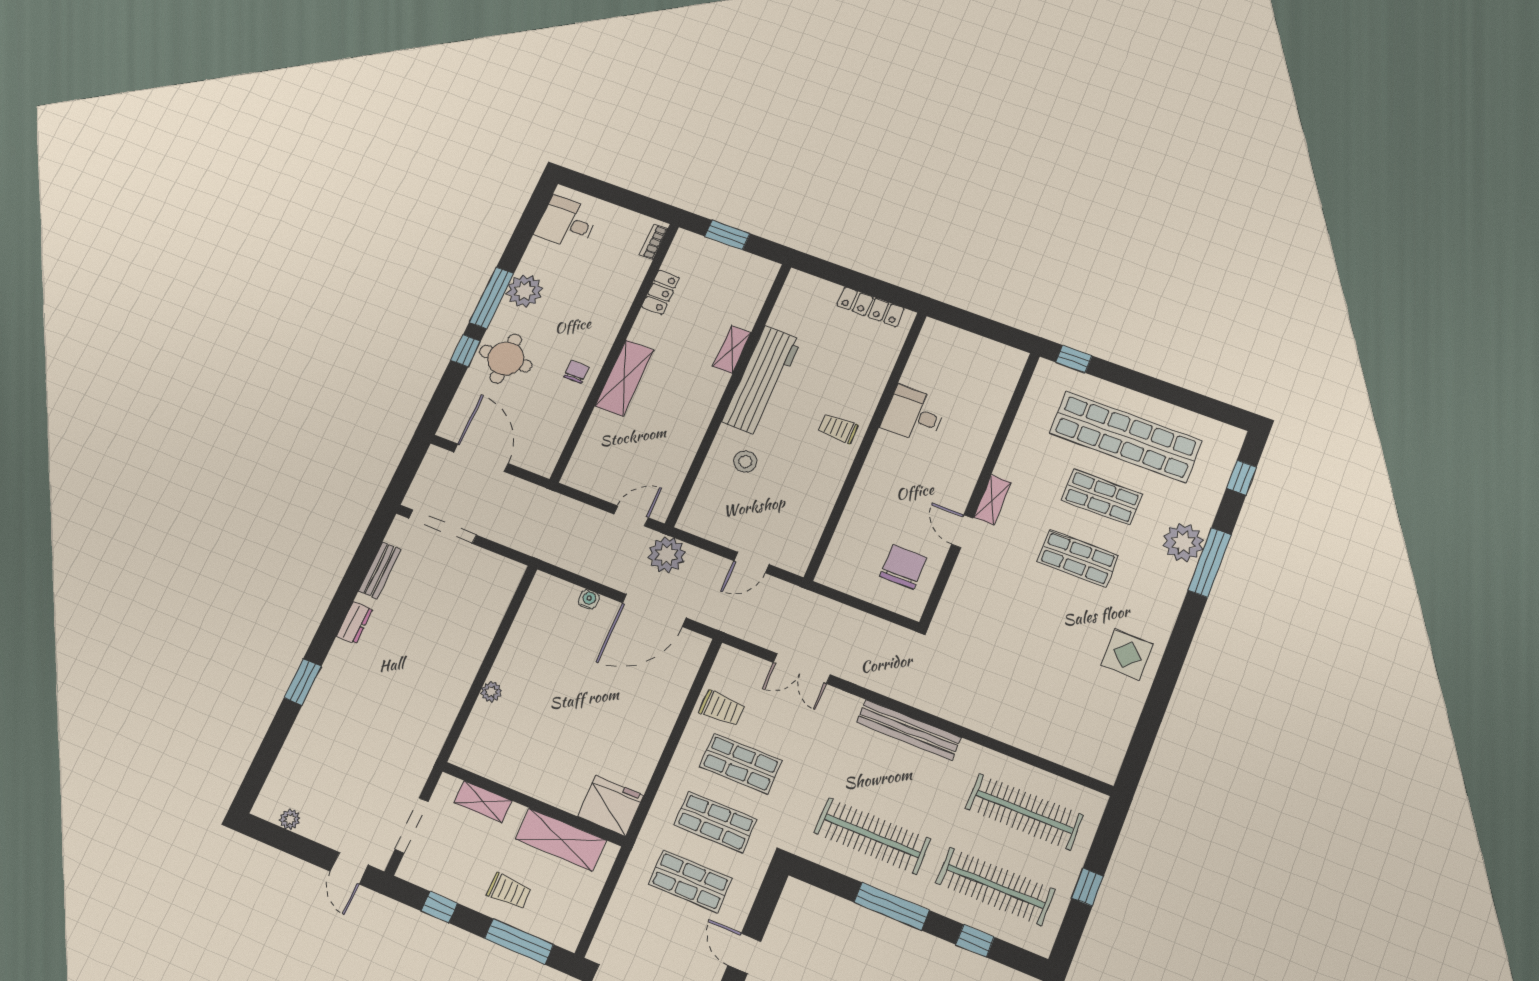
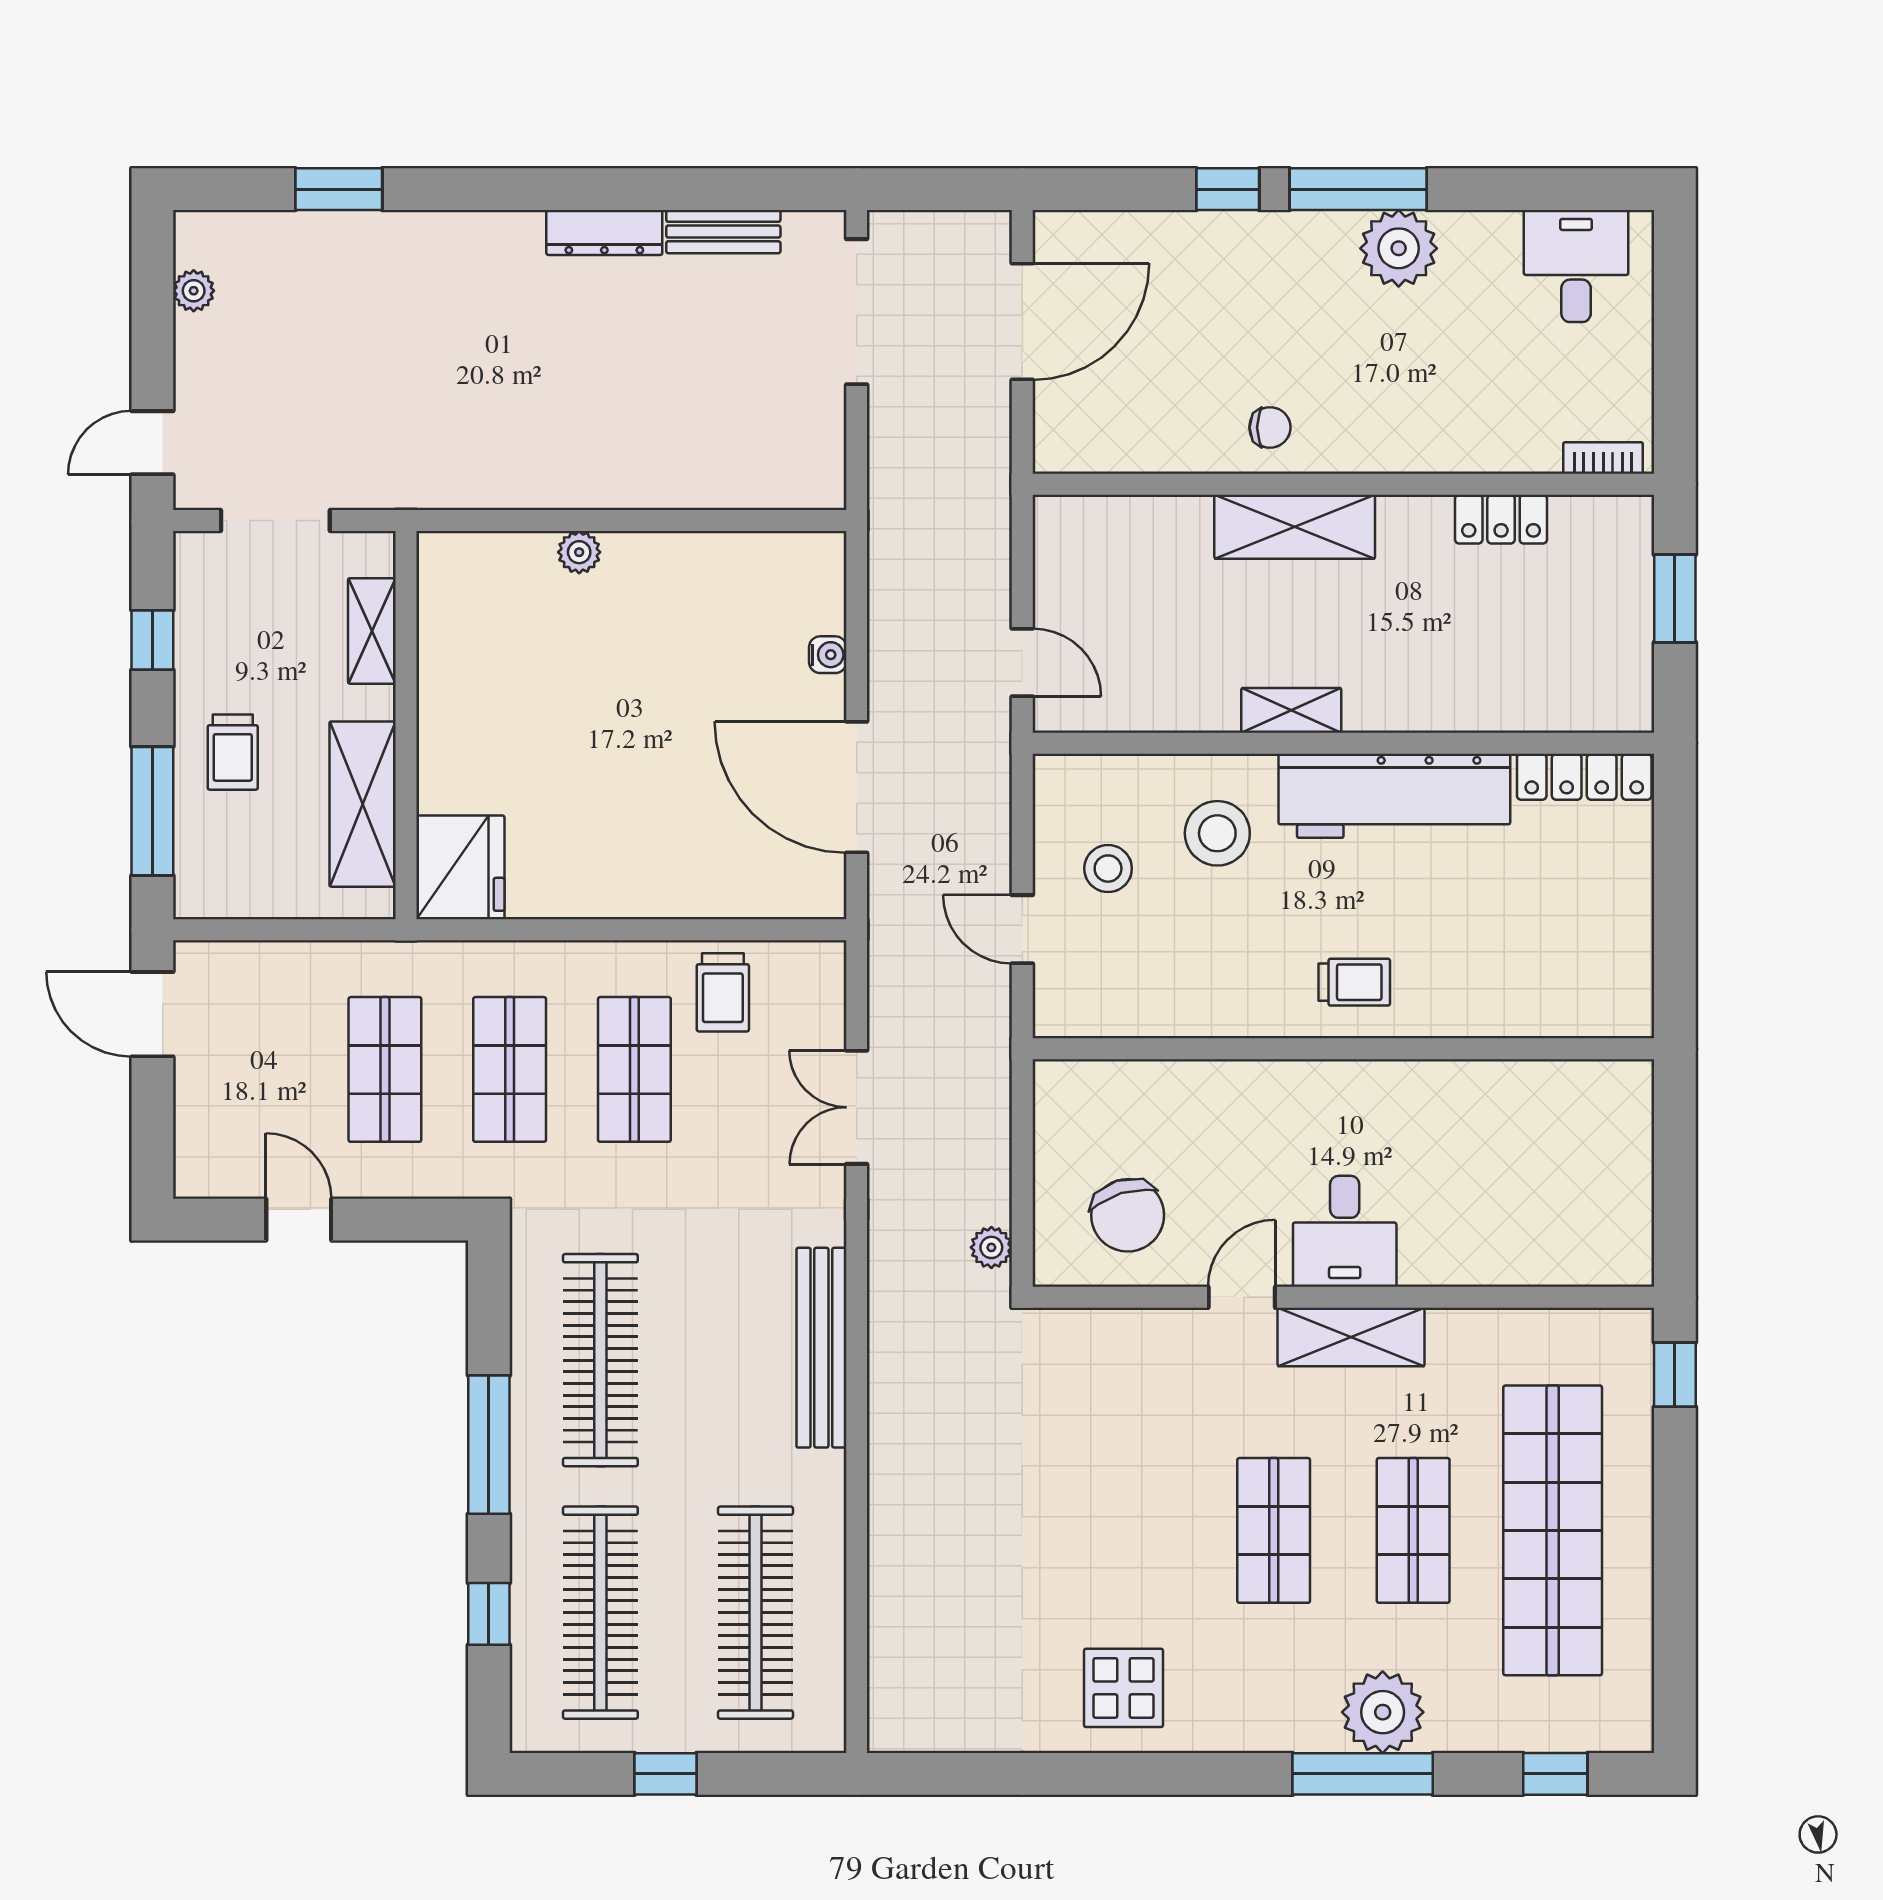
locker: (870, 307) -> (1584, 777), moved, turned -90
shelving: (732, 349) -> (1291, 710), moved
round table: (506, 359) -> (1243, 276), removed
desk: (914, 414) -> (1345, 1231), moved, turned 180
trolley: (838, 429) -> (1354, 982), turned 90
stool: (745, 462) -> (1217, 833), width x1.38, depth x1.38
shelving: (993, 500) -> (1351, 1337), width x1.50, depth x1.33
stool: (740, 515) -> (1108, 869), added
plant: (667, 555) -> (991, 1247), moved, width x0.53, depth x0.53
chair: (903, 567) -> (1128, 1215), turned 73
dresser: (355, 623) -> (604, 232), width x1.44
window: (303, 682) -> (339, 189), moved
door: (744, 953) -> (299, 1220), hinge flipped

